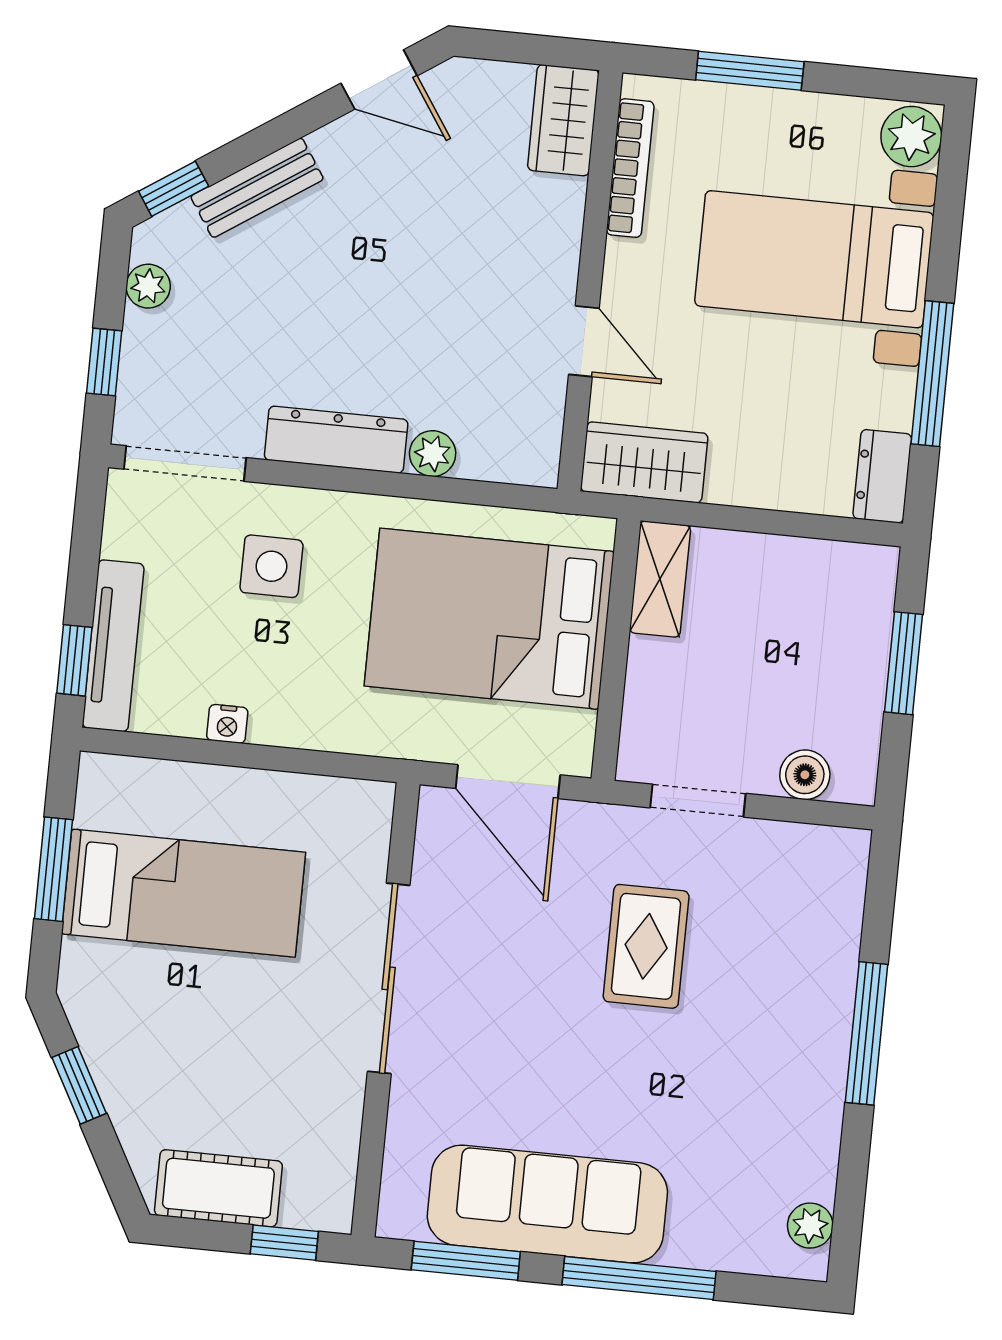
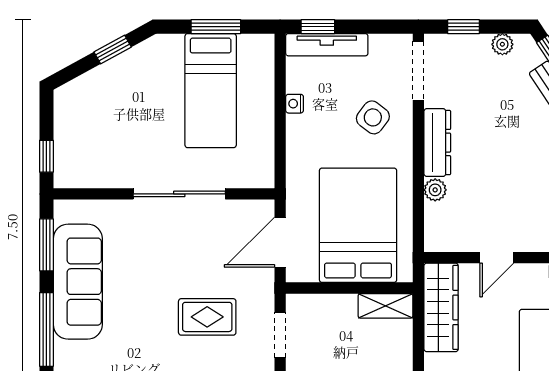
wardrobe: (644, 462) -> (441, 307), width x1.50
side table: (271, 566) -> (373, 117), turned 37
cot: (218, 1188) -> (70, 122), removed

